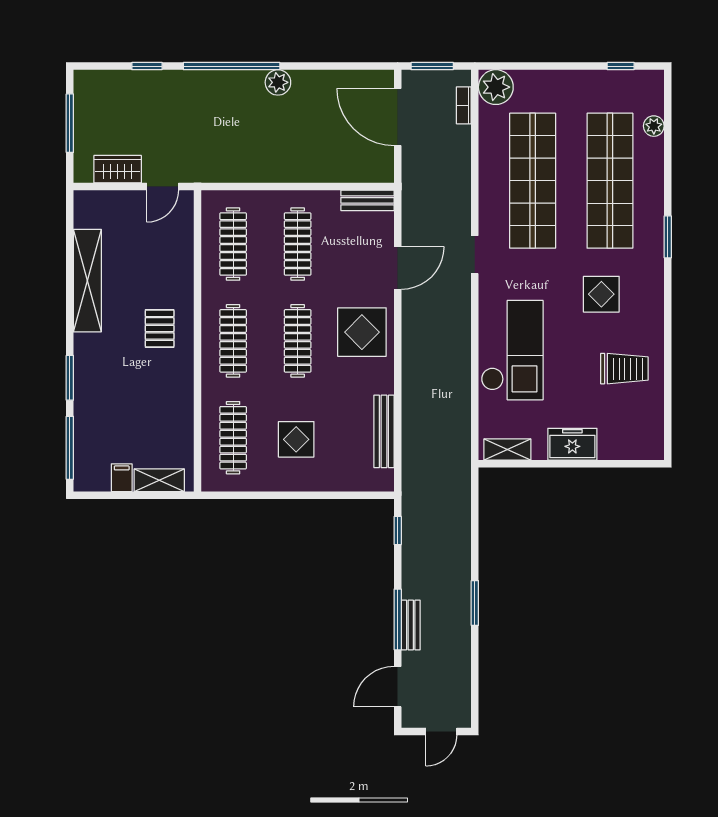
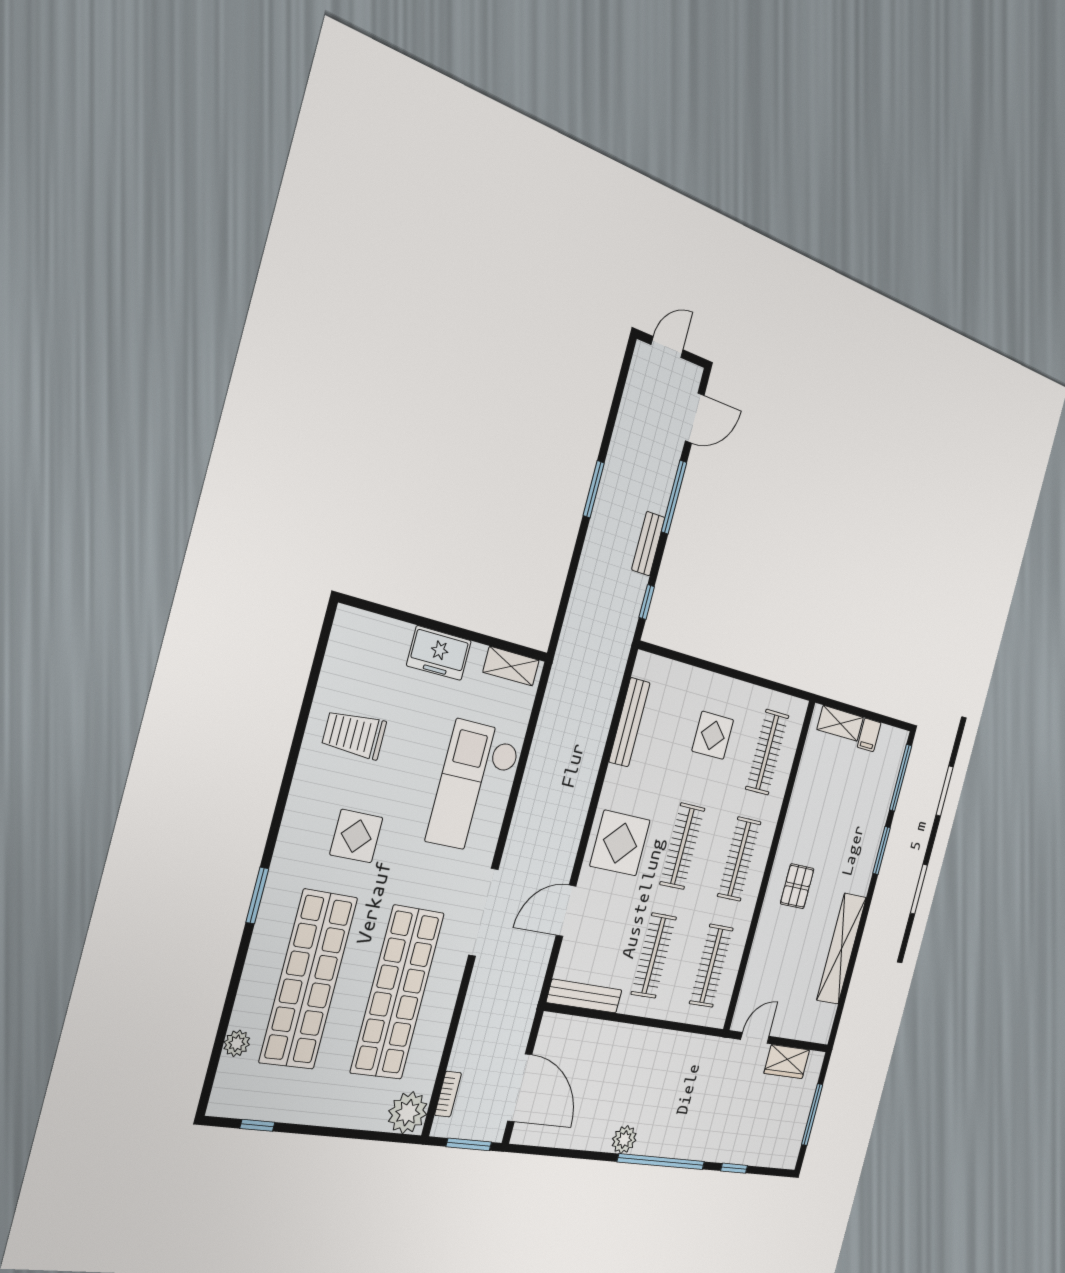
bench: (367, 200) -> (584, 996), width x1.36
doorway: (475, 255) -> (483, 912), width x1.87
bench: (411, 625) -> (648, 544), moved

